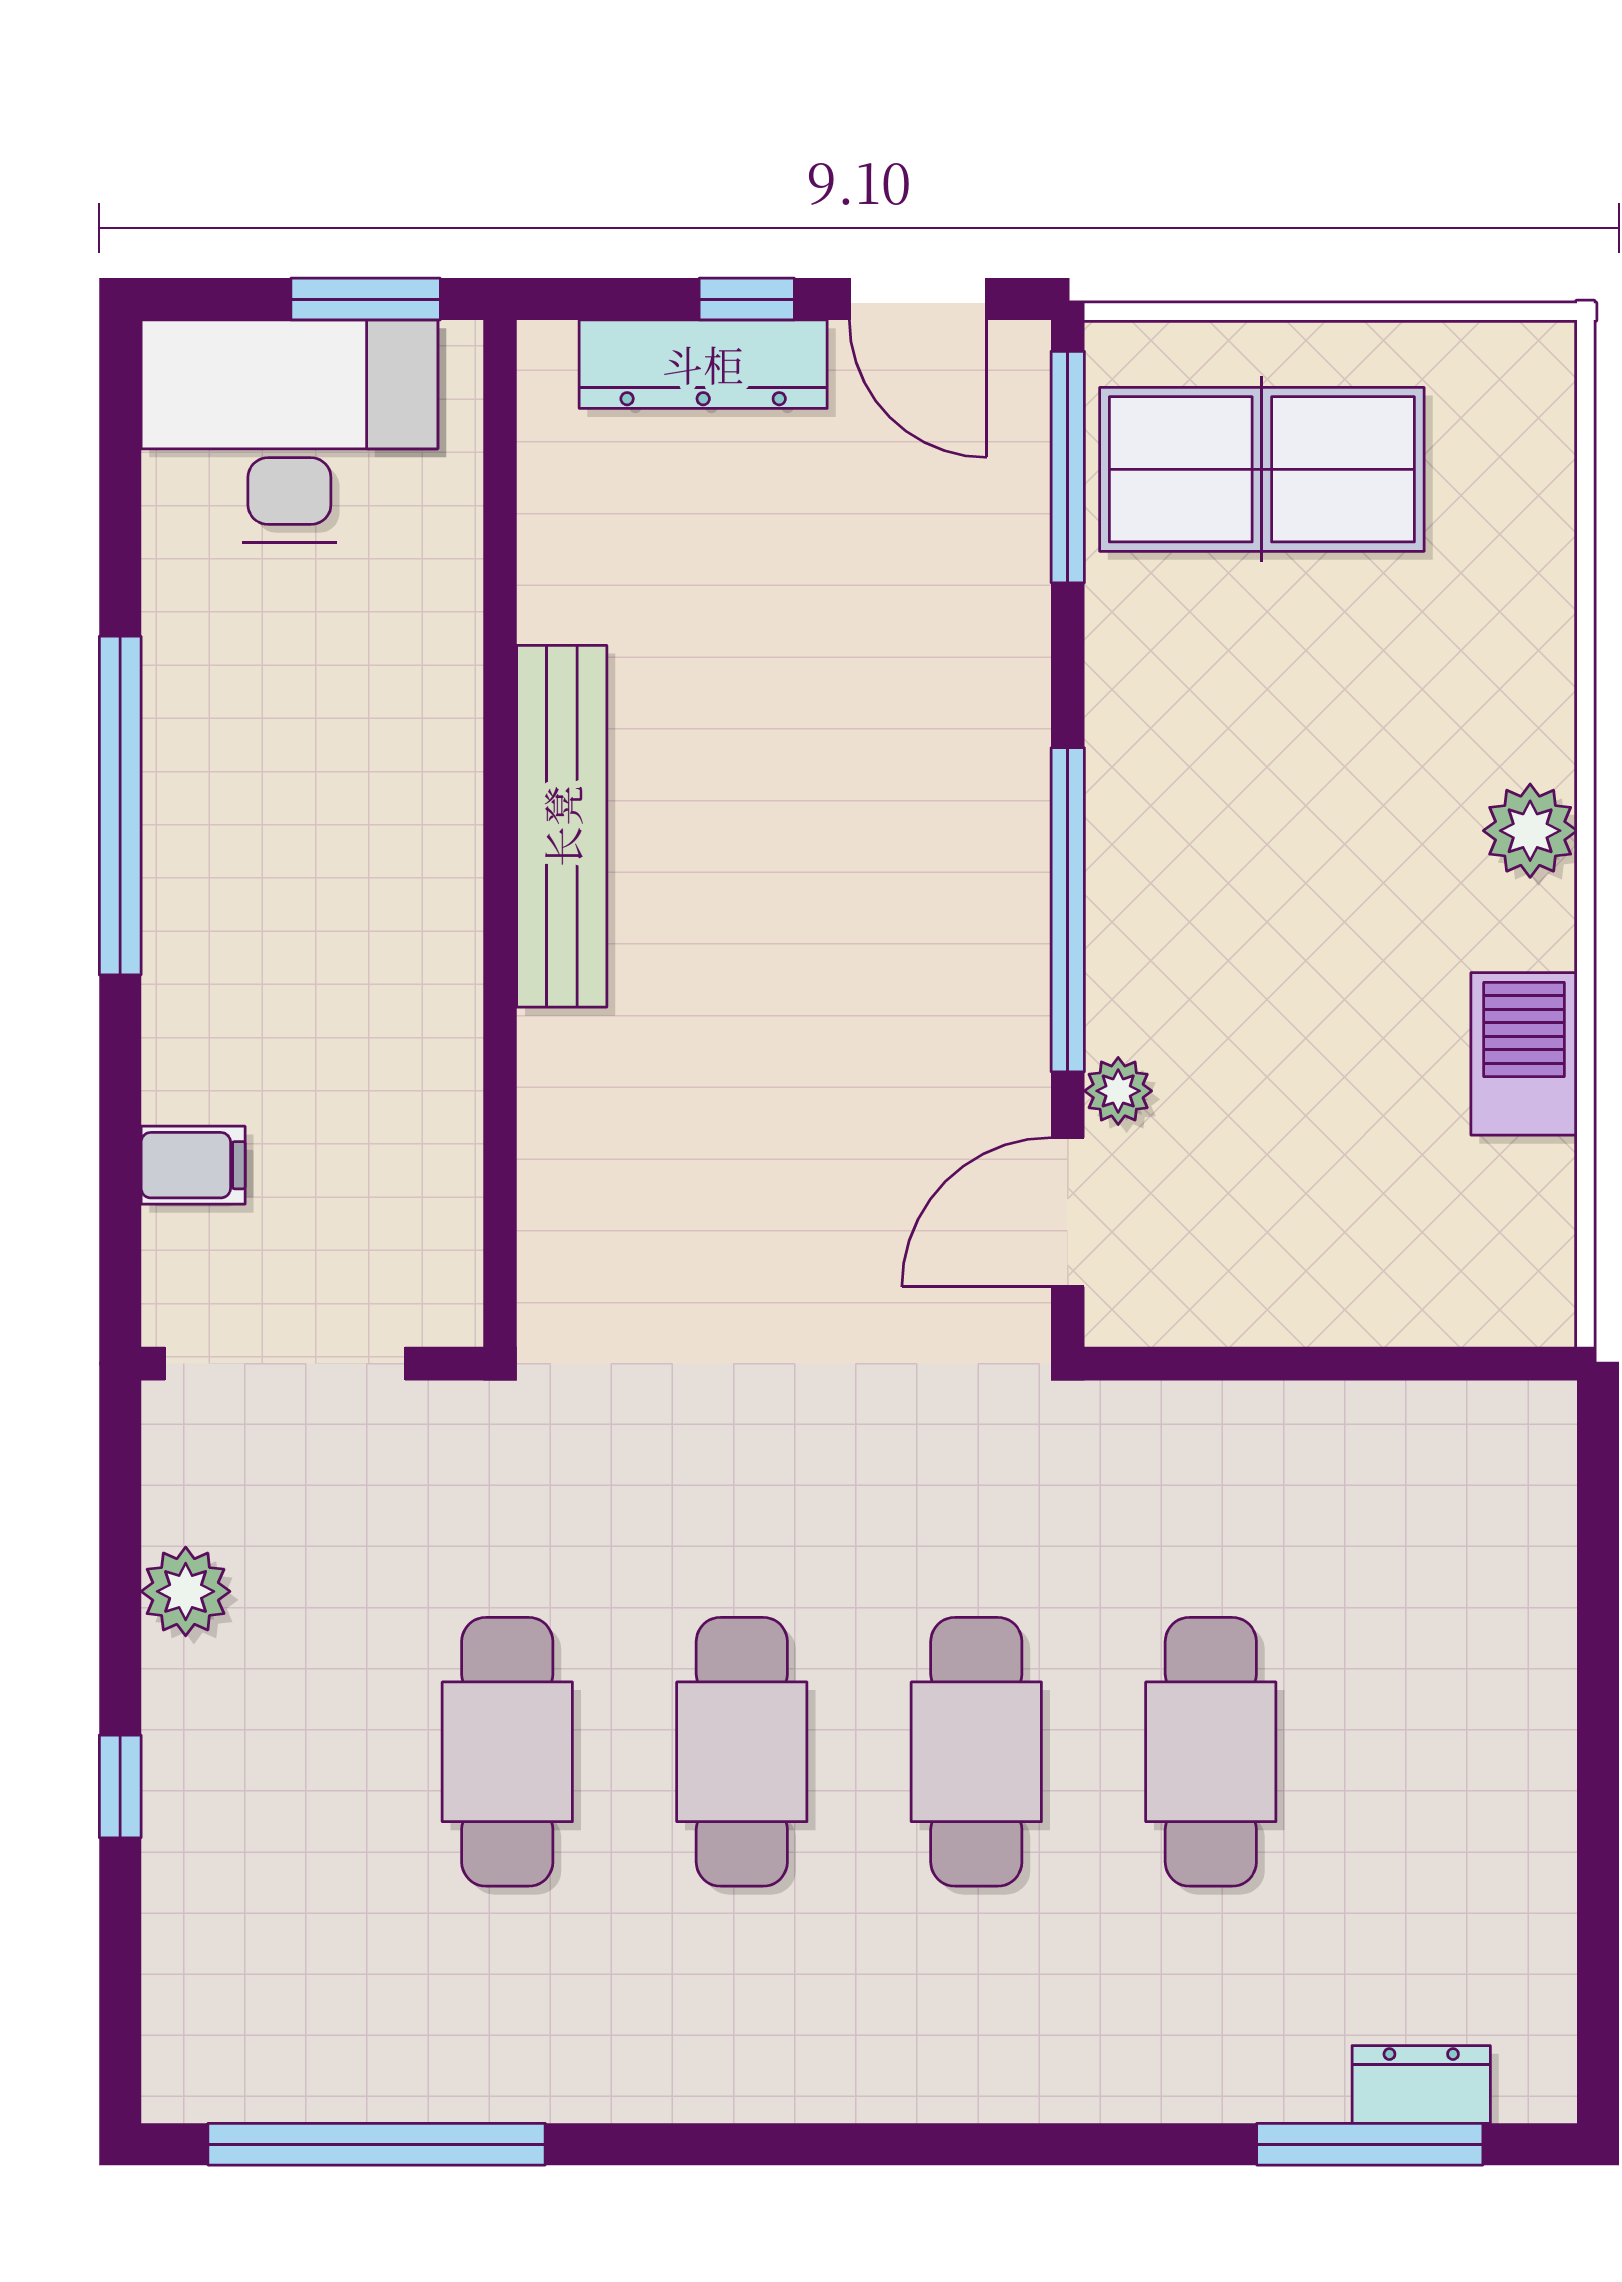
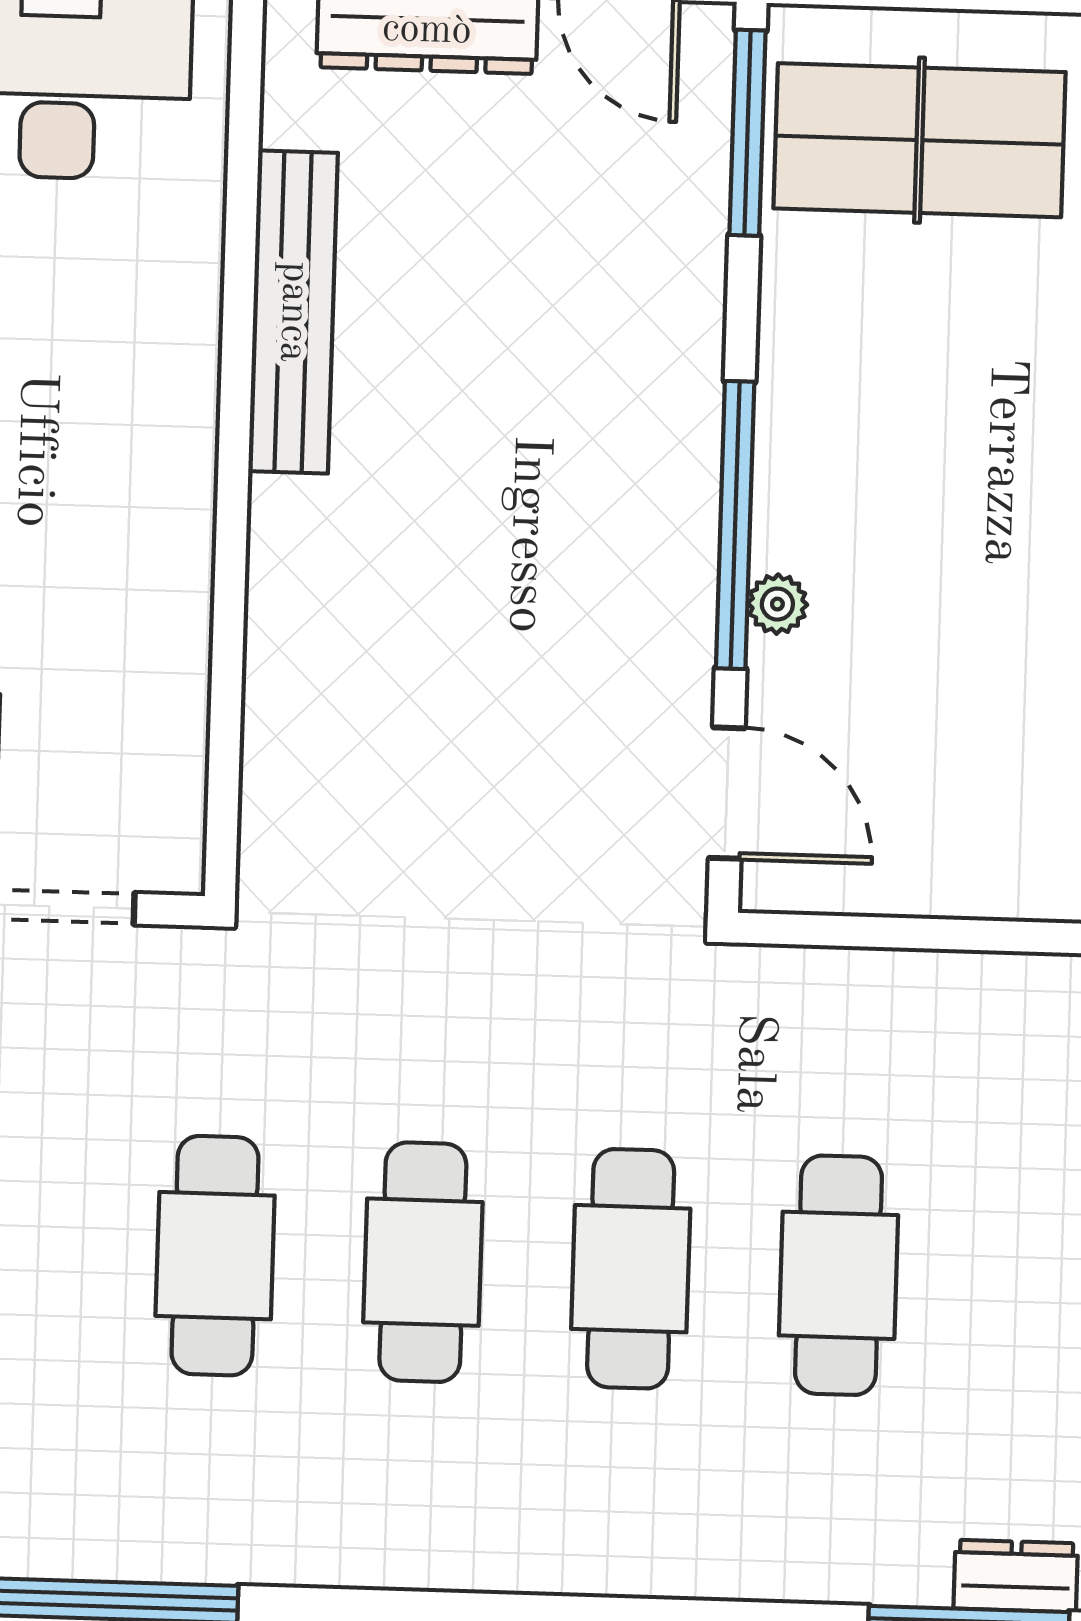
bench: (562, 826) -> (293, 312), moved
plant: (1118, 1091) -> (777, 604), moved
door: (1068, 1212) -> (727, 793), swing flipped

